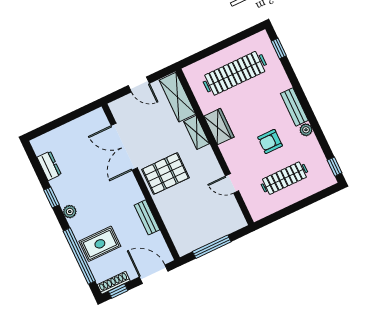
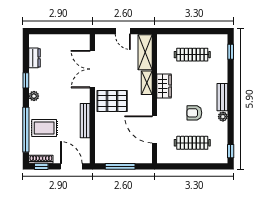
clothes rail: (235, 73) -> (192, 55), width x0.73, depth x0.76
door: (232, 183) -> (155, 129), width x1.88
bench: (147, 217) -> (85, 121), width x1.36

